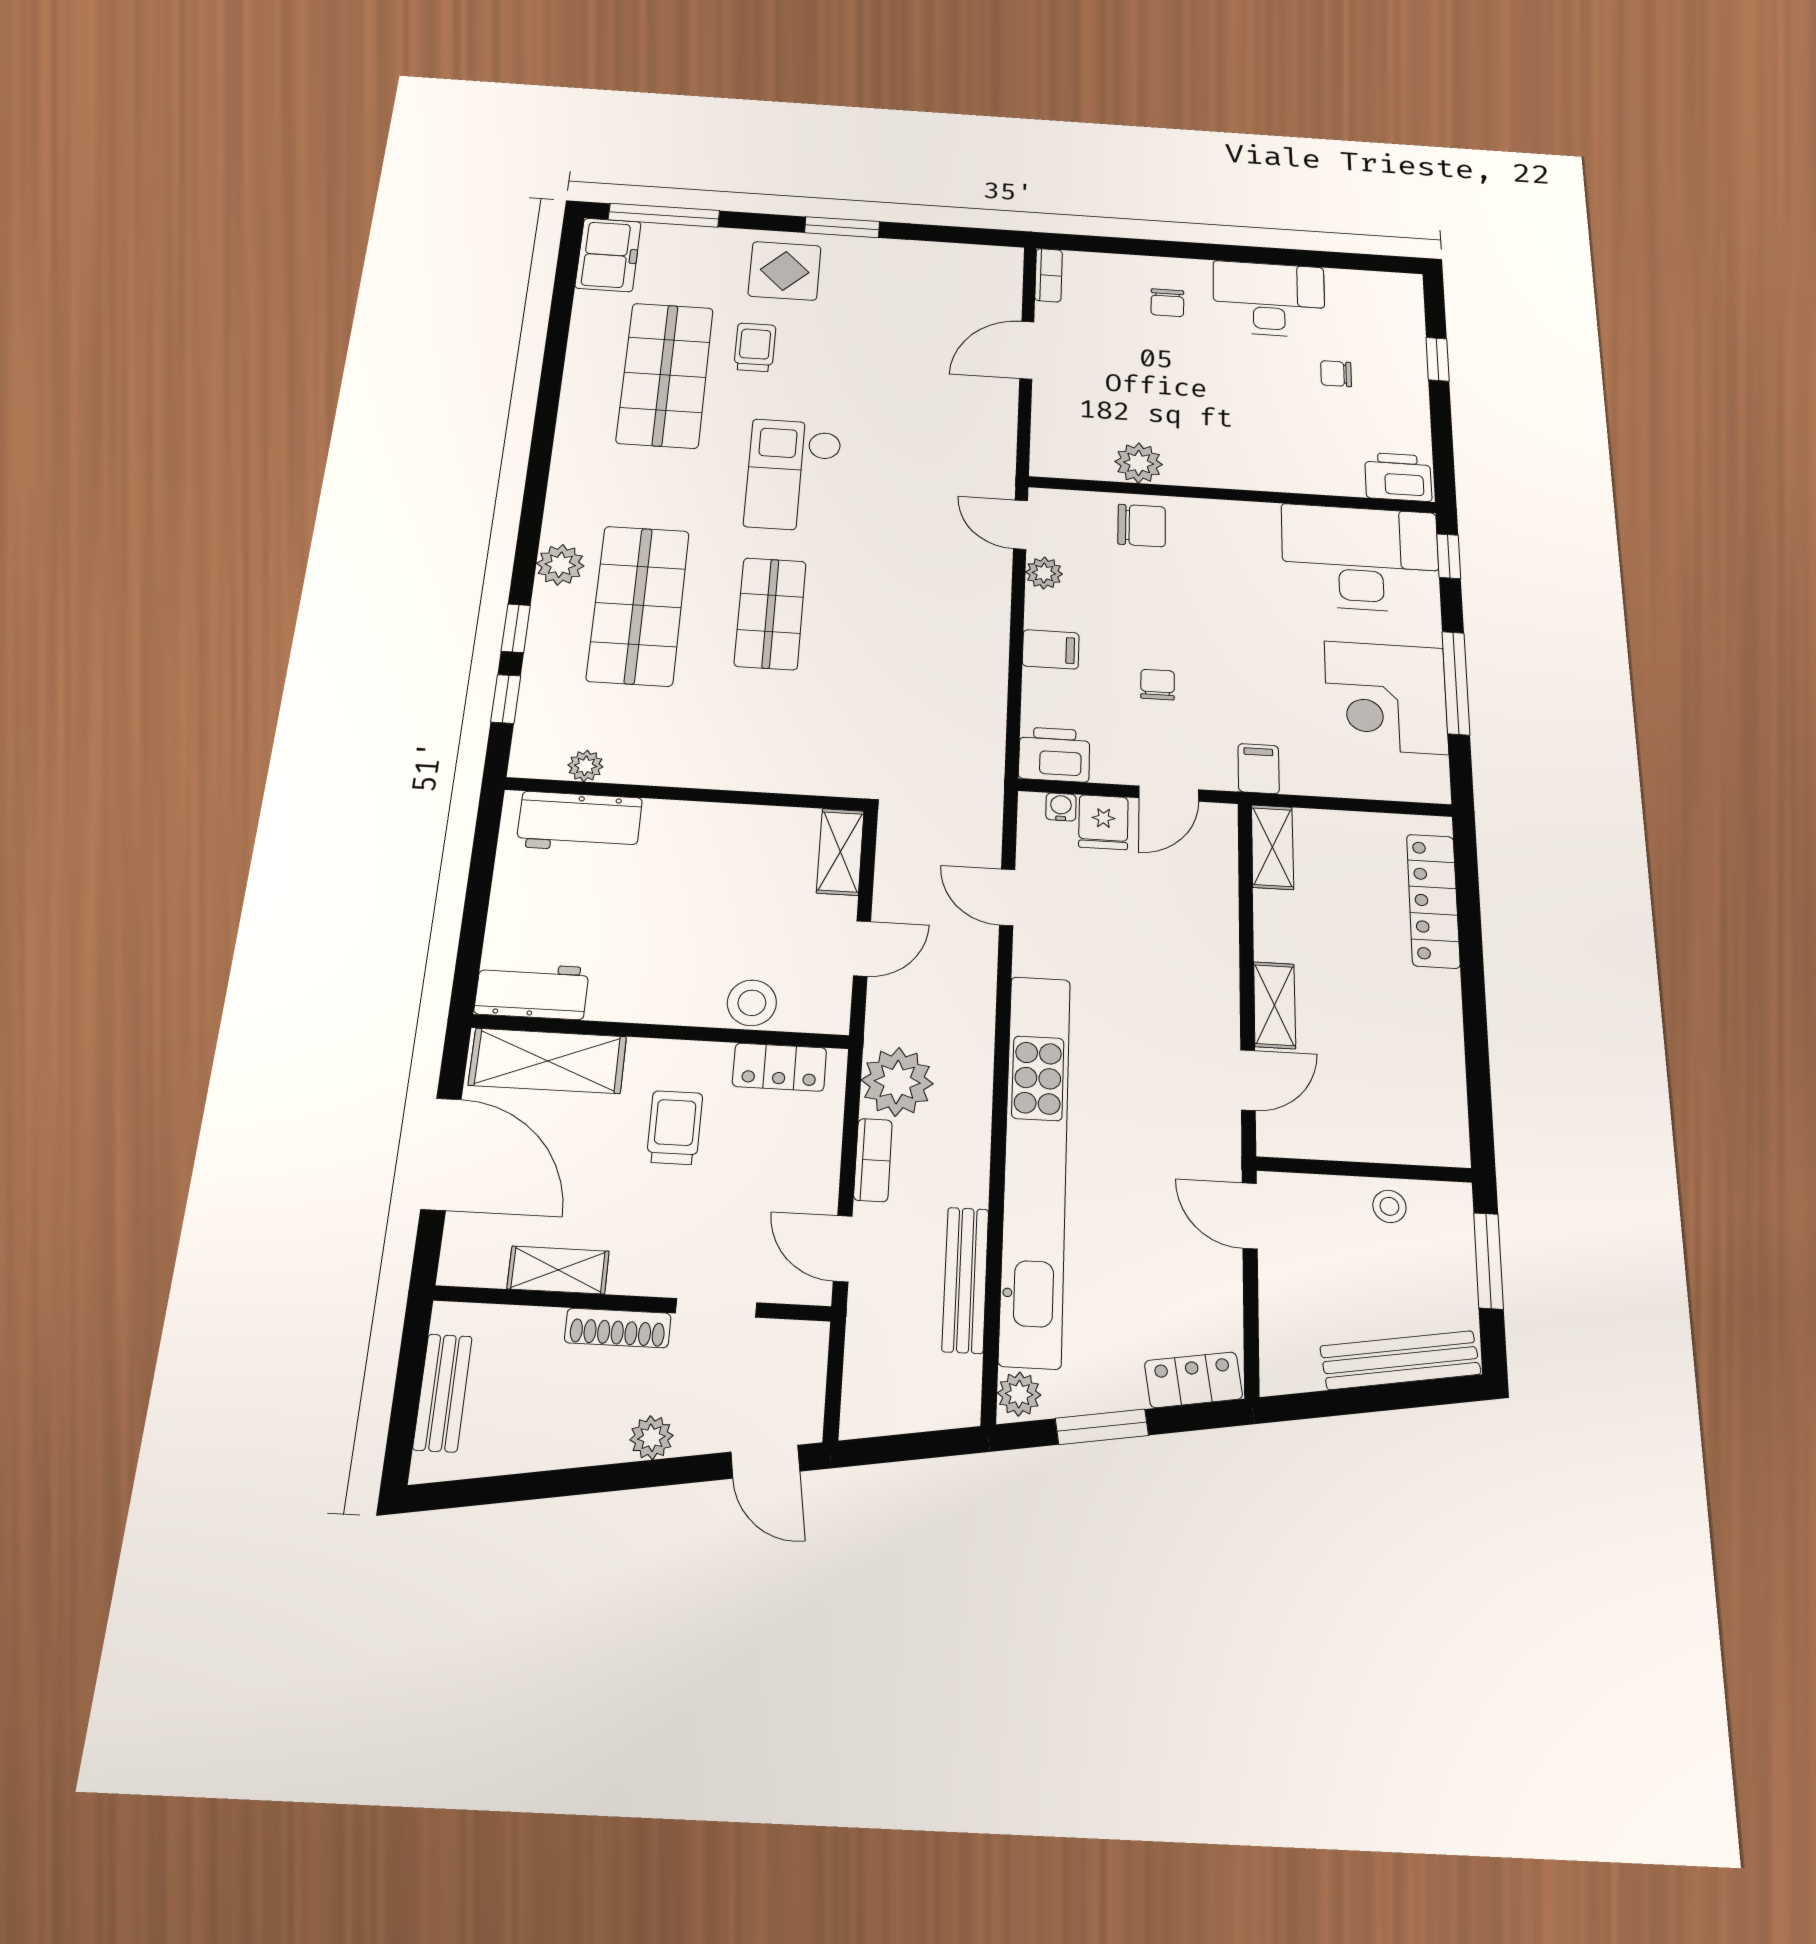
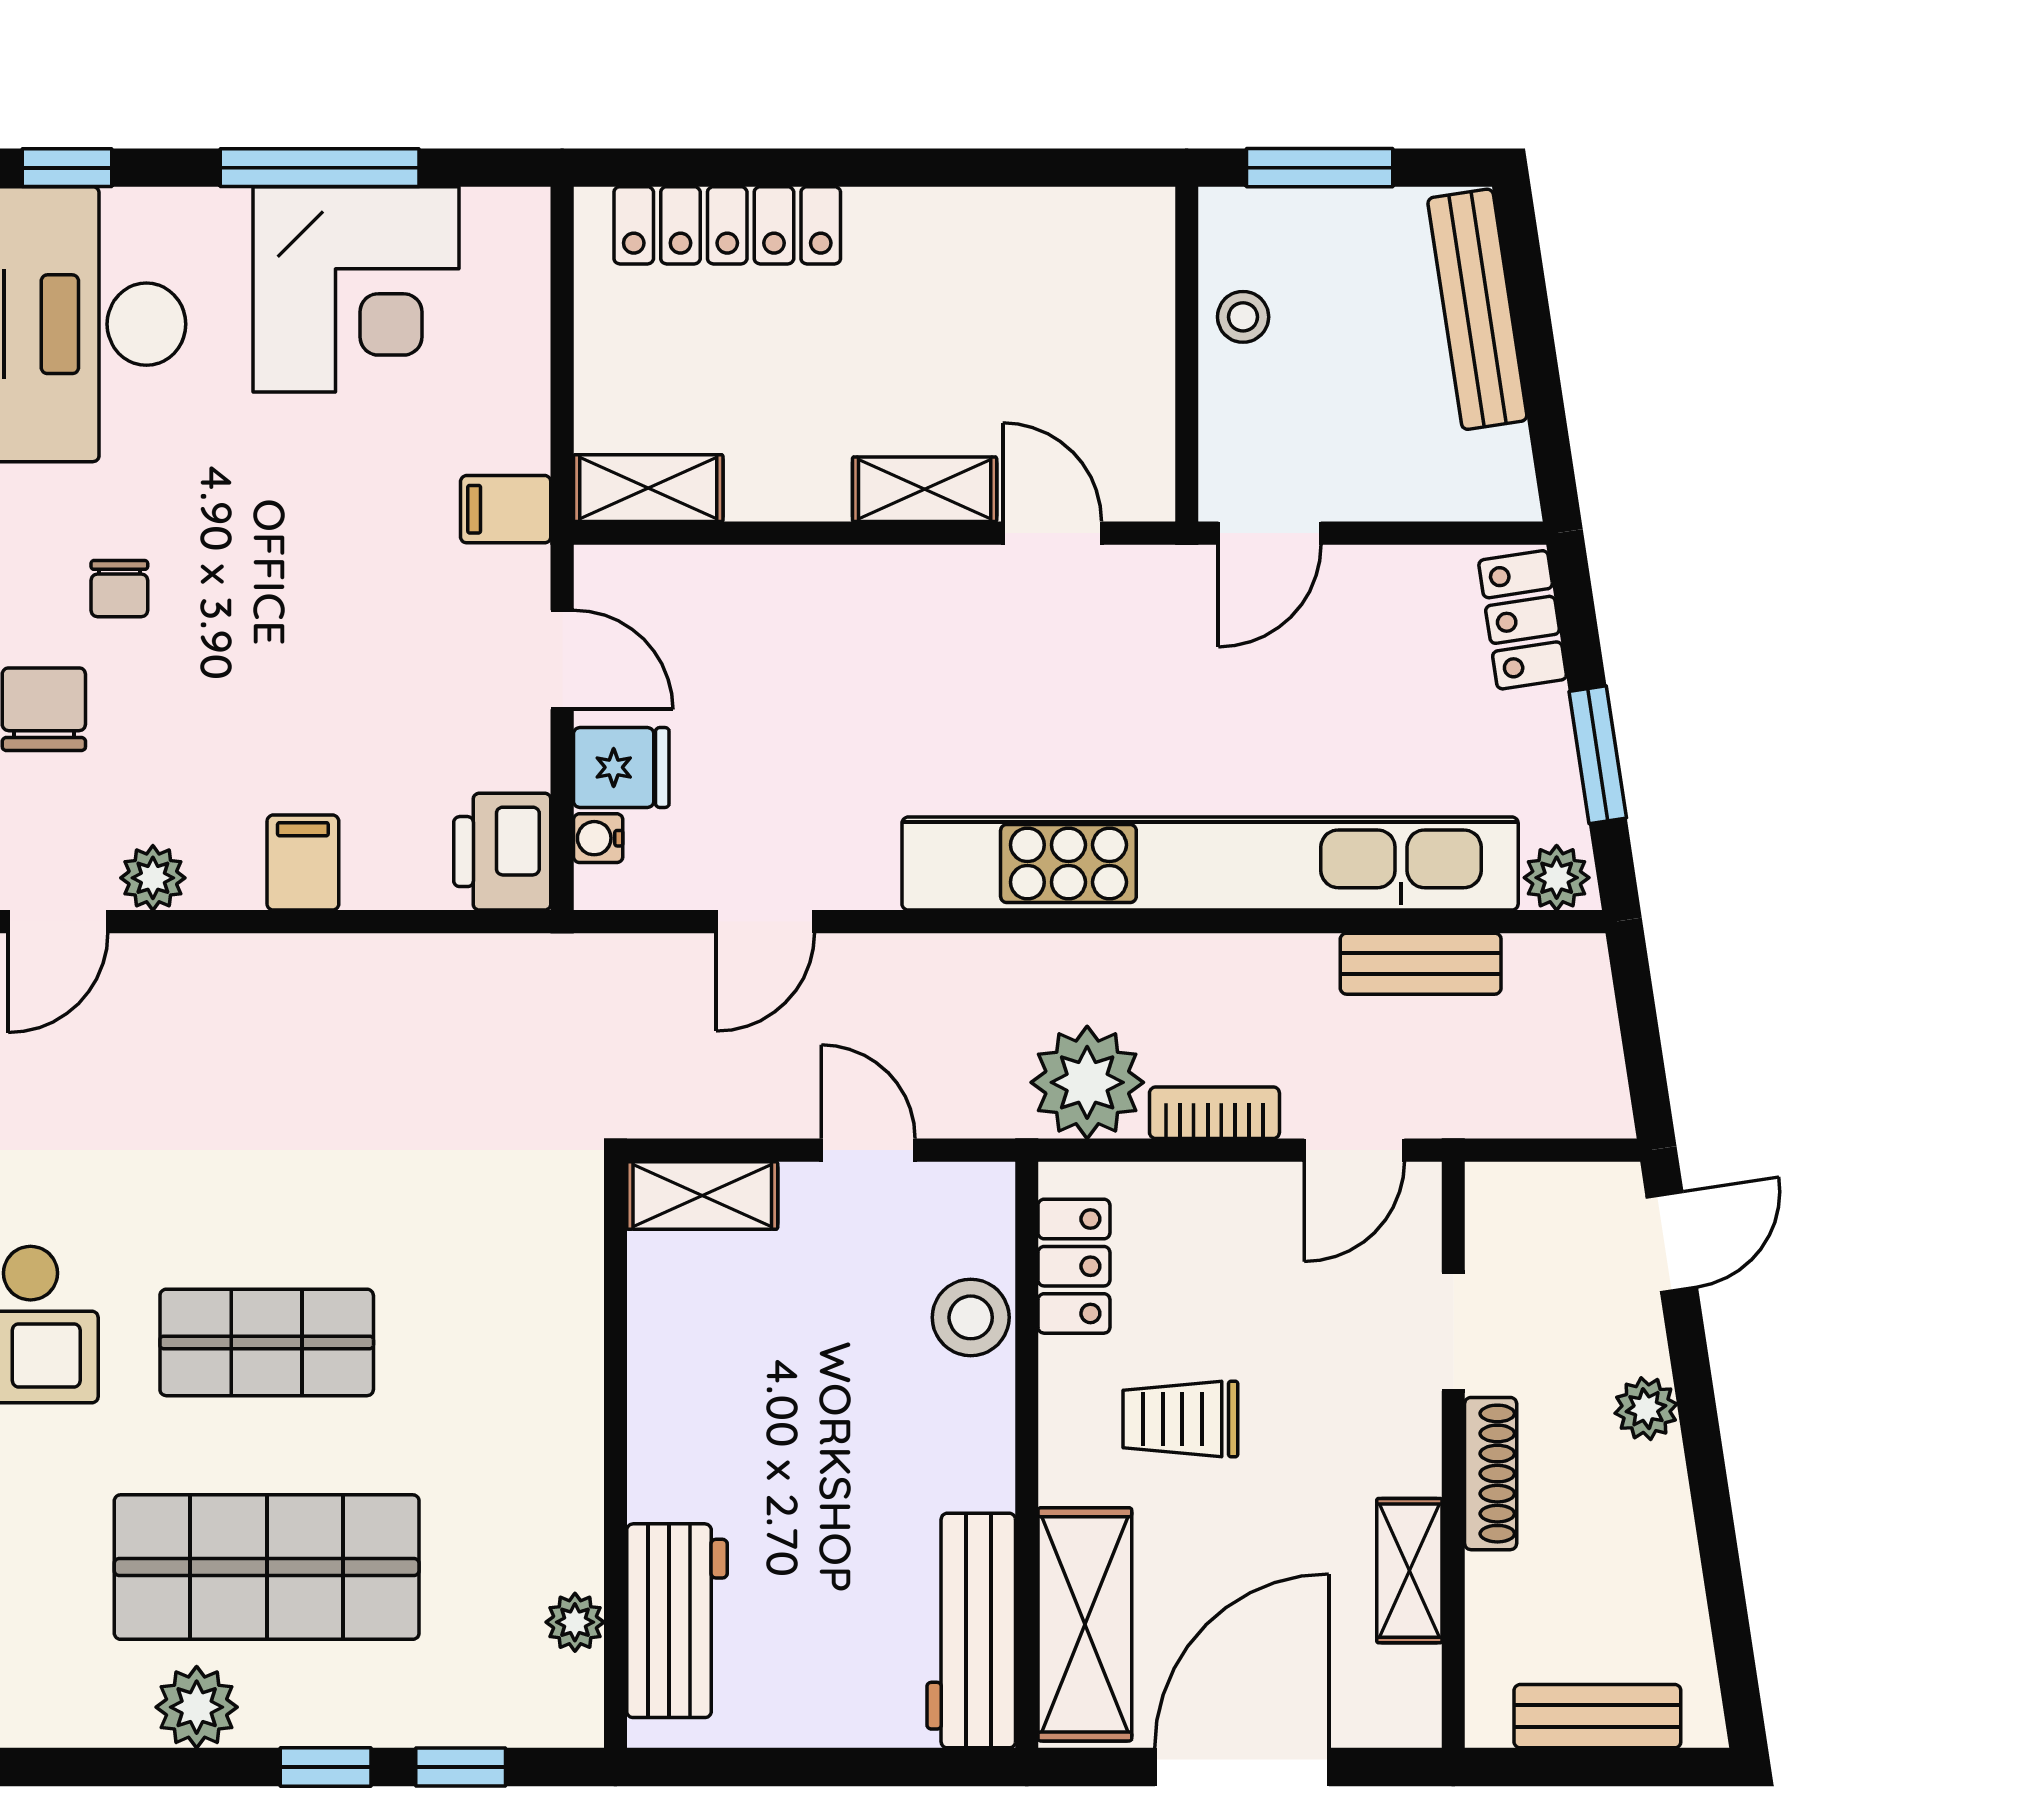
chair: (1158, 685) -> (119, 589), moved, turned -90
workbench: (532, 991) -> (971, 1631), width x1.37
bench: (965, 1280) -> (1421, 964), width x0.73

